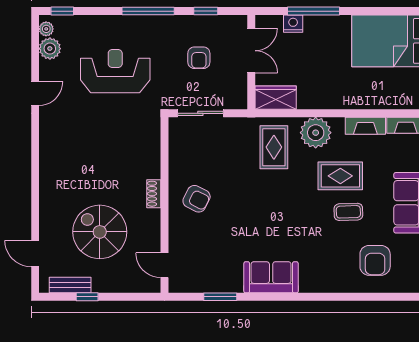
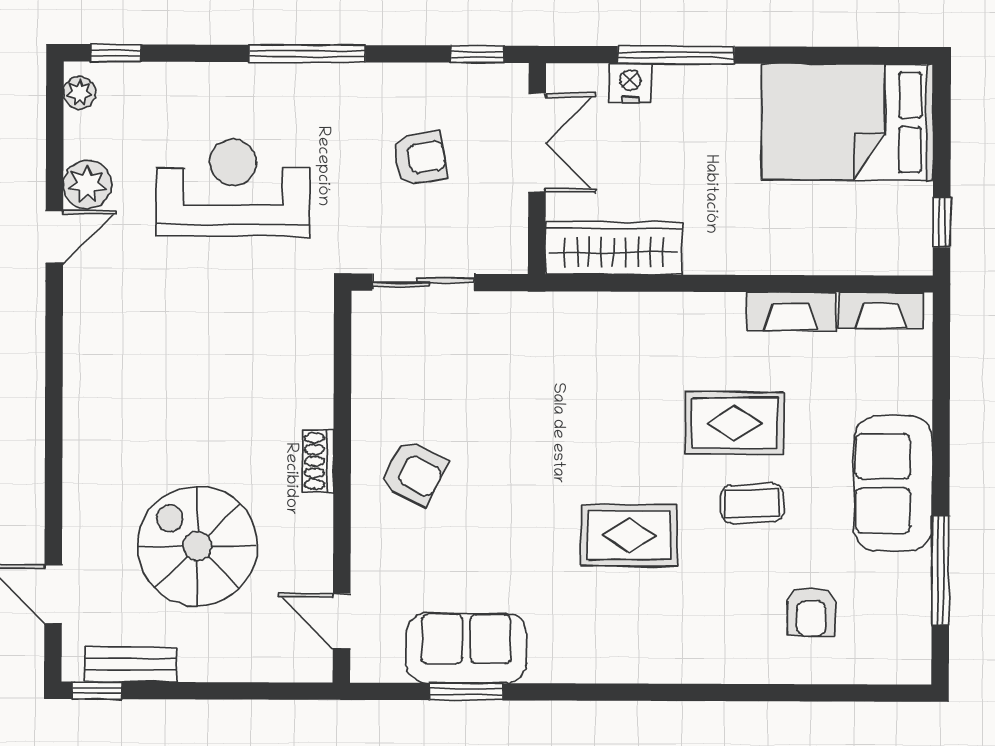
window: (206, 11) -> (477, 54), moved
plant: (50, 49) -> (87, 184), moved
armchair: (199, 58) -> (420, 158), turned -99
wardrobe: (276, 98) -> (614, 248), width x1.50
plant: (316, 133) -> (680, 326), removed
rug: (274, 147) -> (629, 535), moved, turned 90
armchair: (375, 260) -> (811, 612), width x0.72, depth x0.72
sofa: (271, 277) -> (466, 648), moved
window: (87, 297) -> (97, 690), moved

